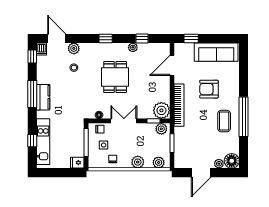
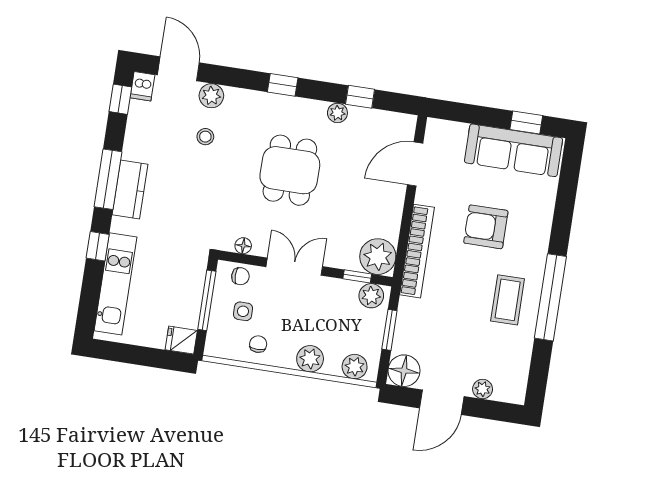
window: (191, 38) -> (526, 123), moved
window: (32, 141) -> (98, 246), moved
floor lamp: (232, 161) -> (404, 371), moved

